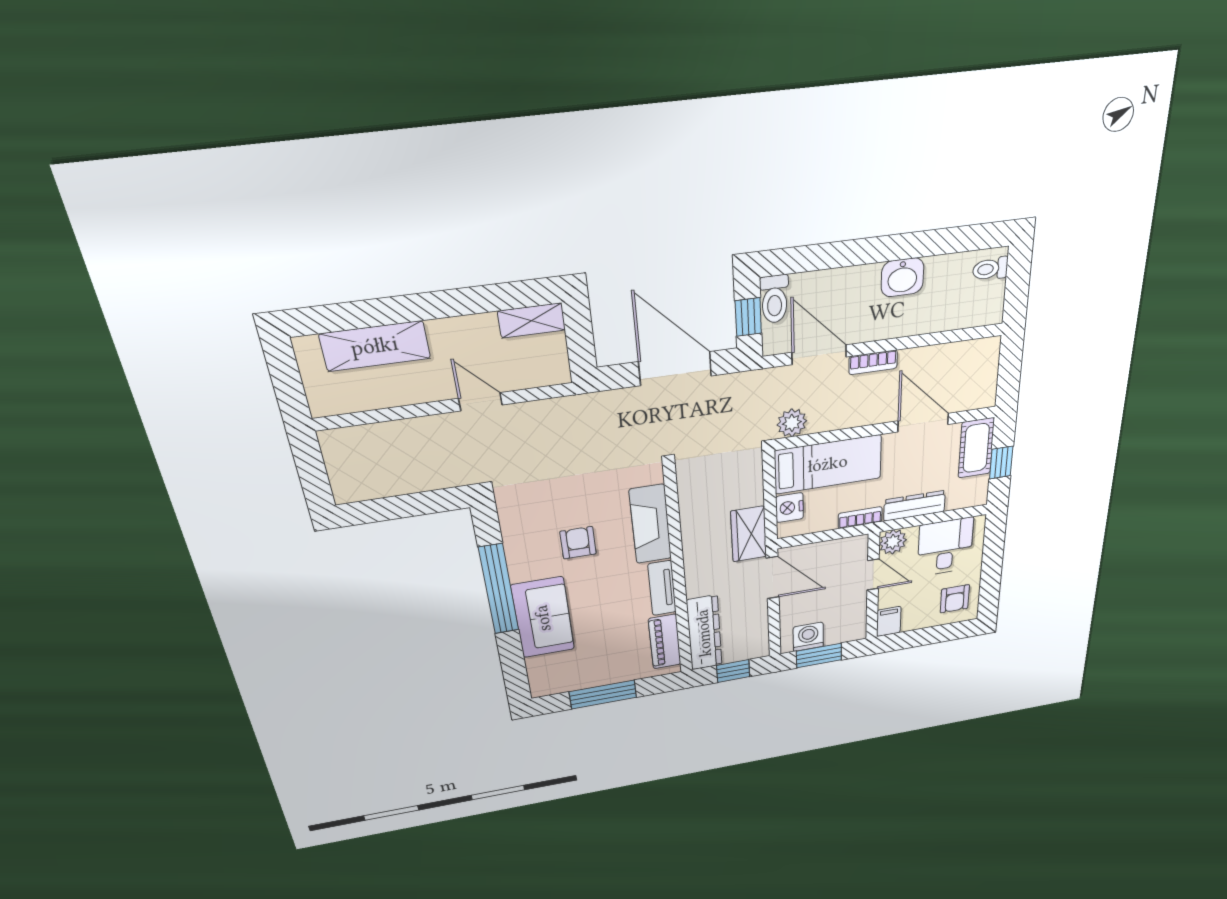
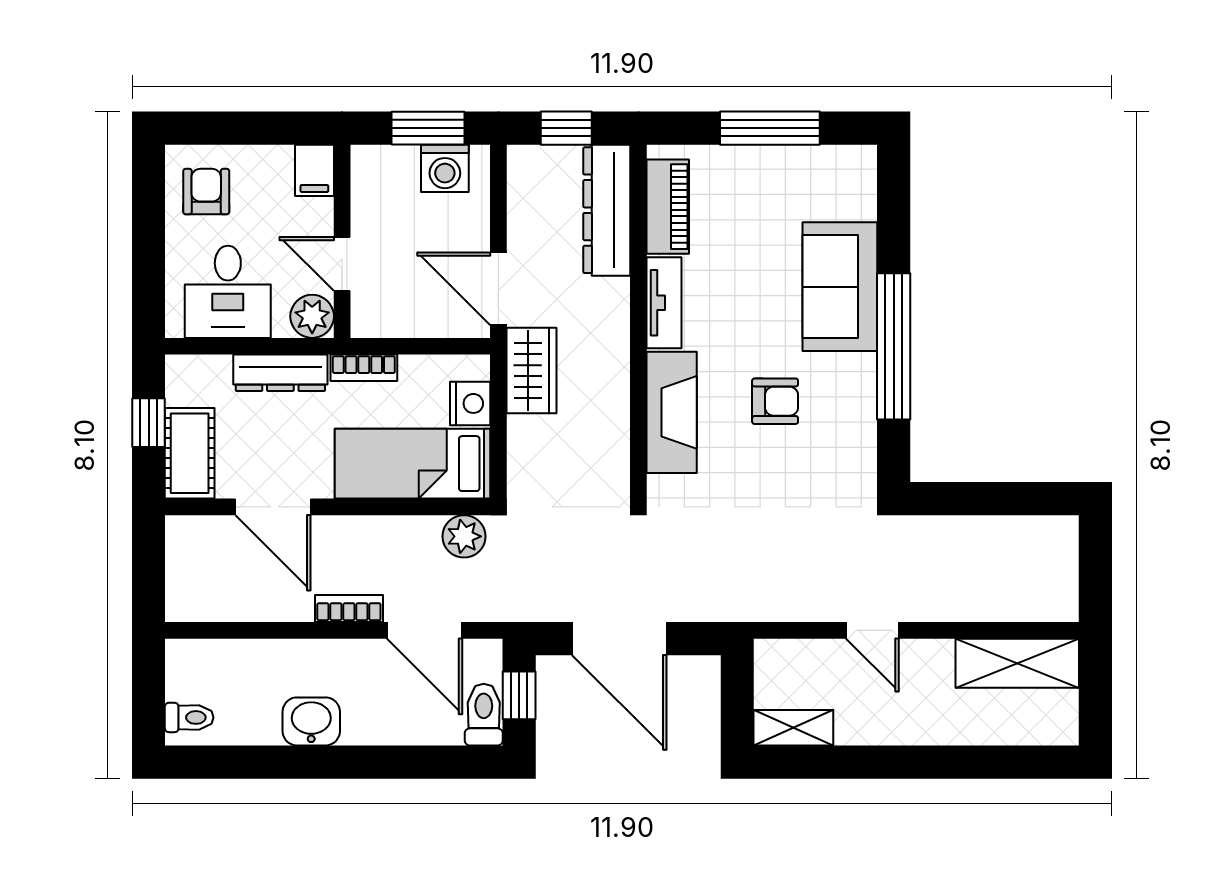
shelving: (375, 346) -> (1017, 663), moved
armchair: (578, 543) -> (775, 401), turned -90

